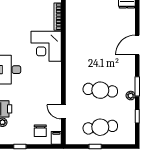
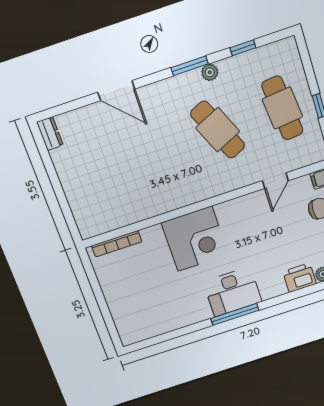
corner desk: (46, 46) -> (195, 239), moved
cafe table: (100, 90) -> (218, 130), turned -30

